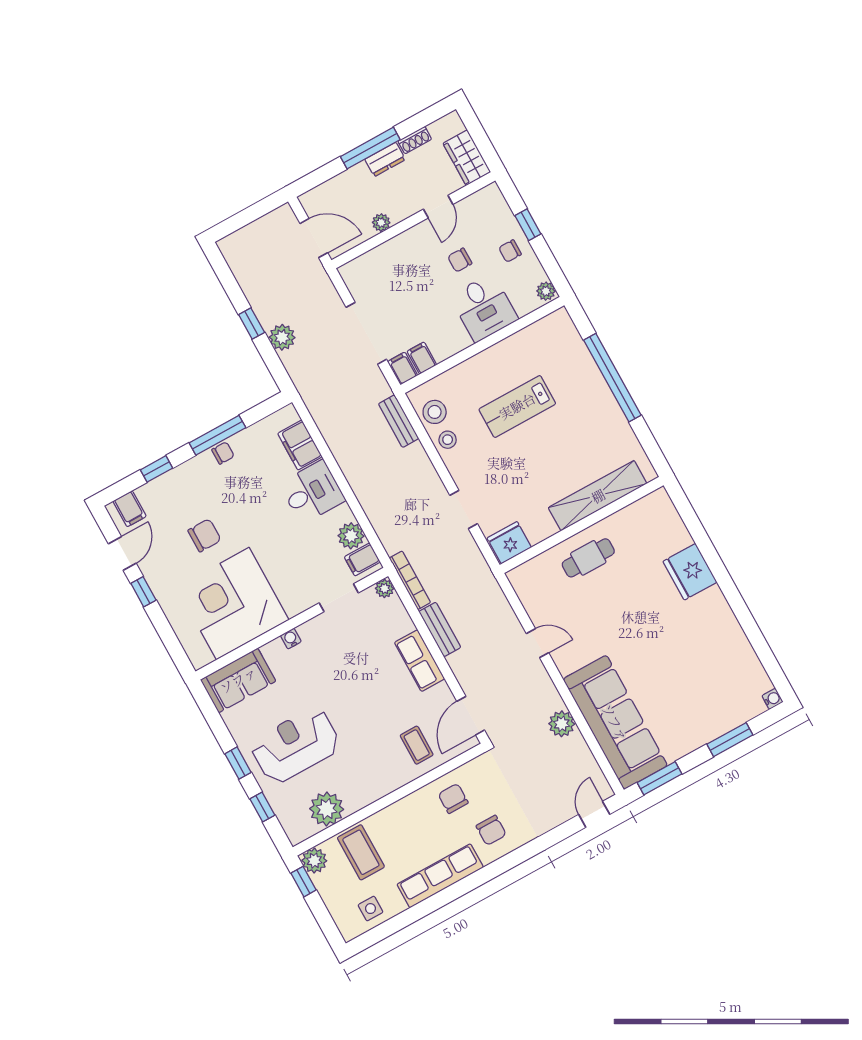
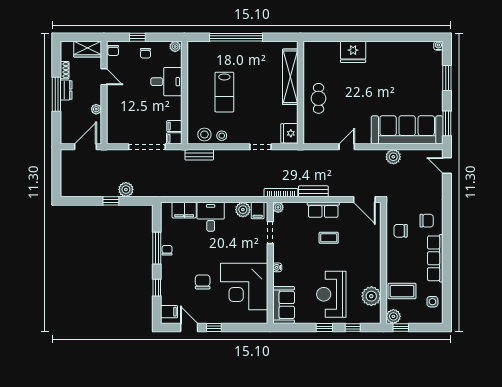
chair: (460, 260) -> (113, 50), moved
coffee table: (417, 745) -> (329, 238), moved

